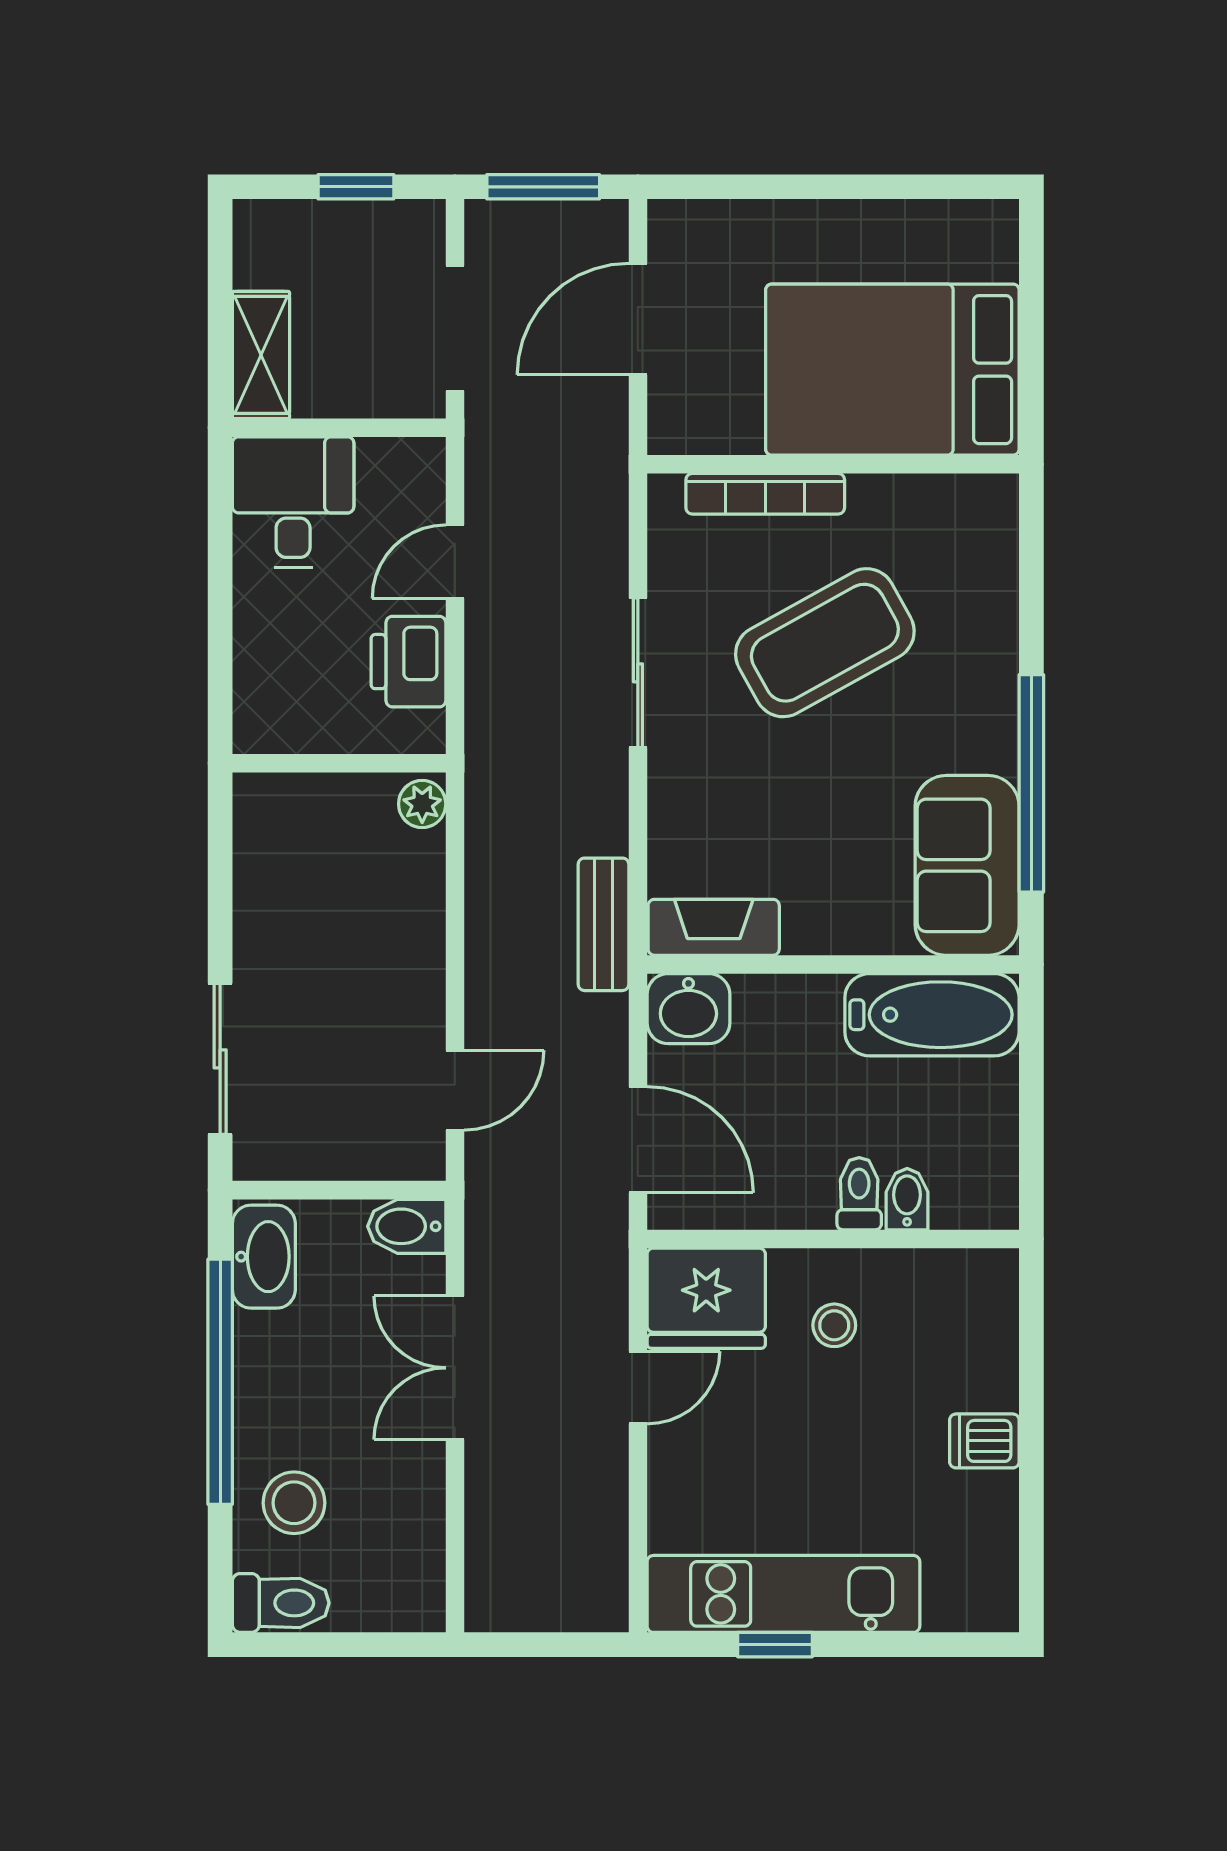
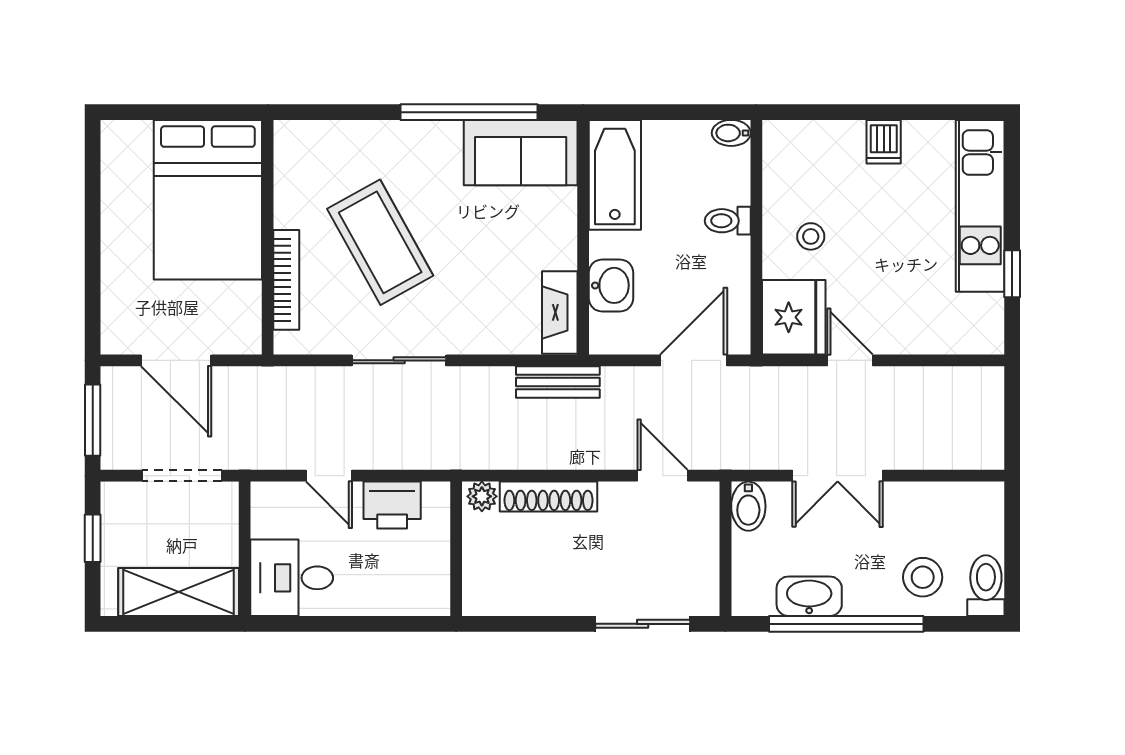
shelving: (261, 355) -> (179, 592), width x1.50, depth x1.33
shoe rack: (422, 910) -> (549, 497), added
washbasin: (688, 1009) -> (611, 285), moved
bidet: (907, 1199) -> (731, 133), moved
washbasin: (264, 1257) -> (809, 596), moved
kitchen unit: (783, 1594) -> (980, 206), moved

